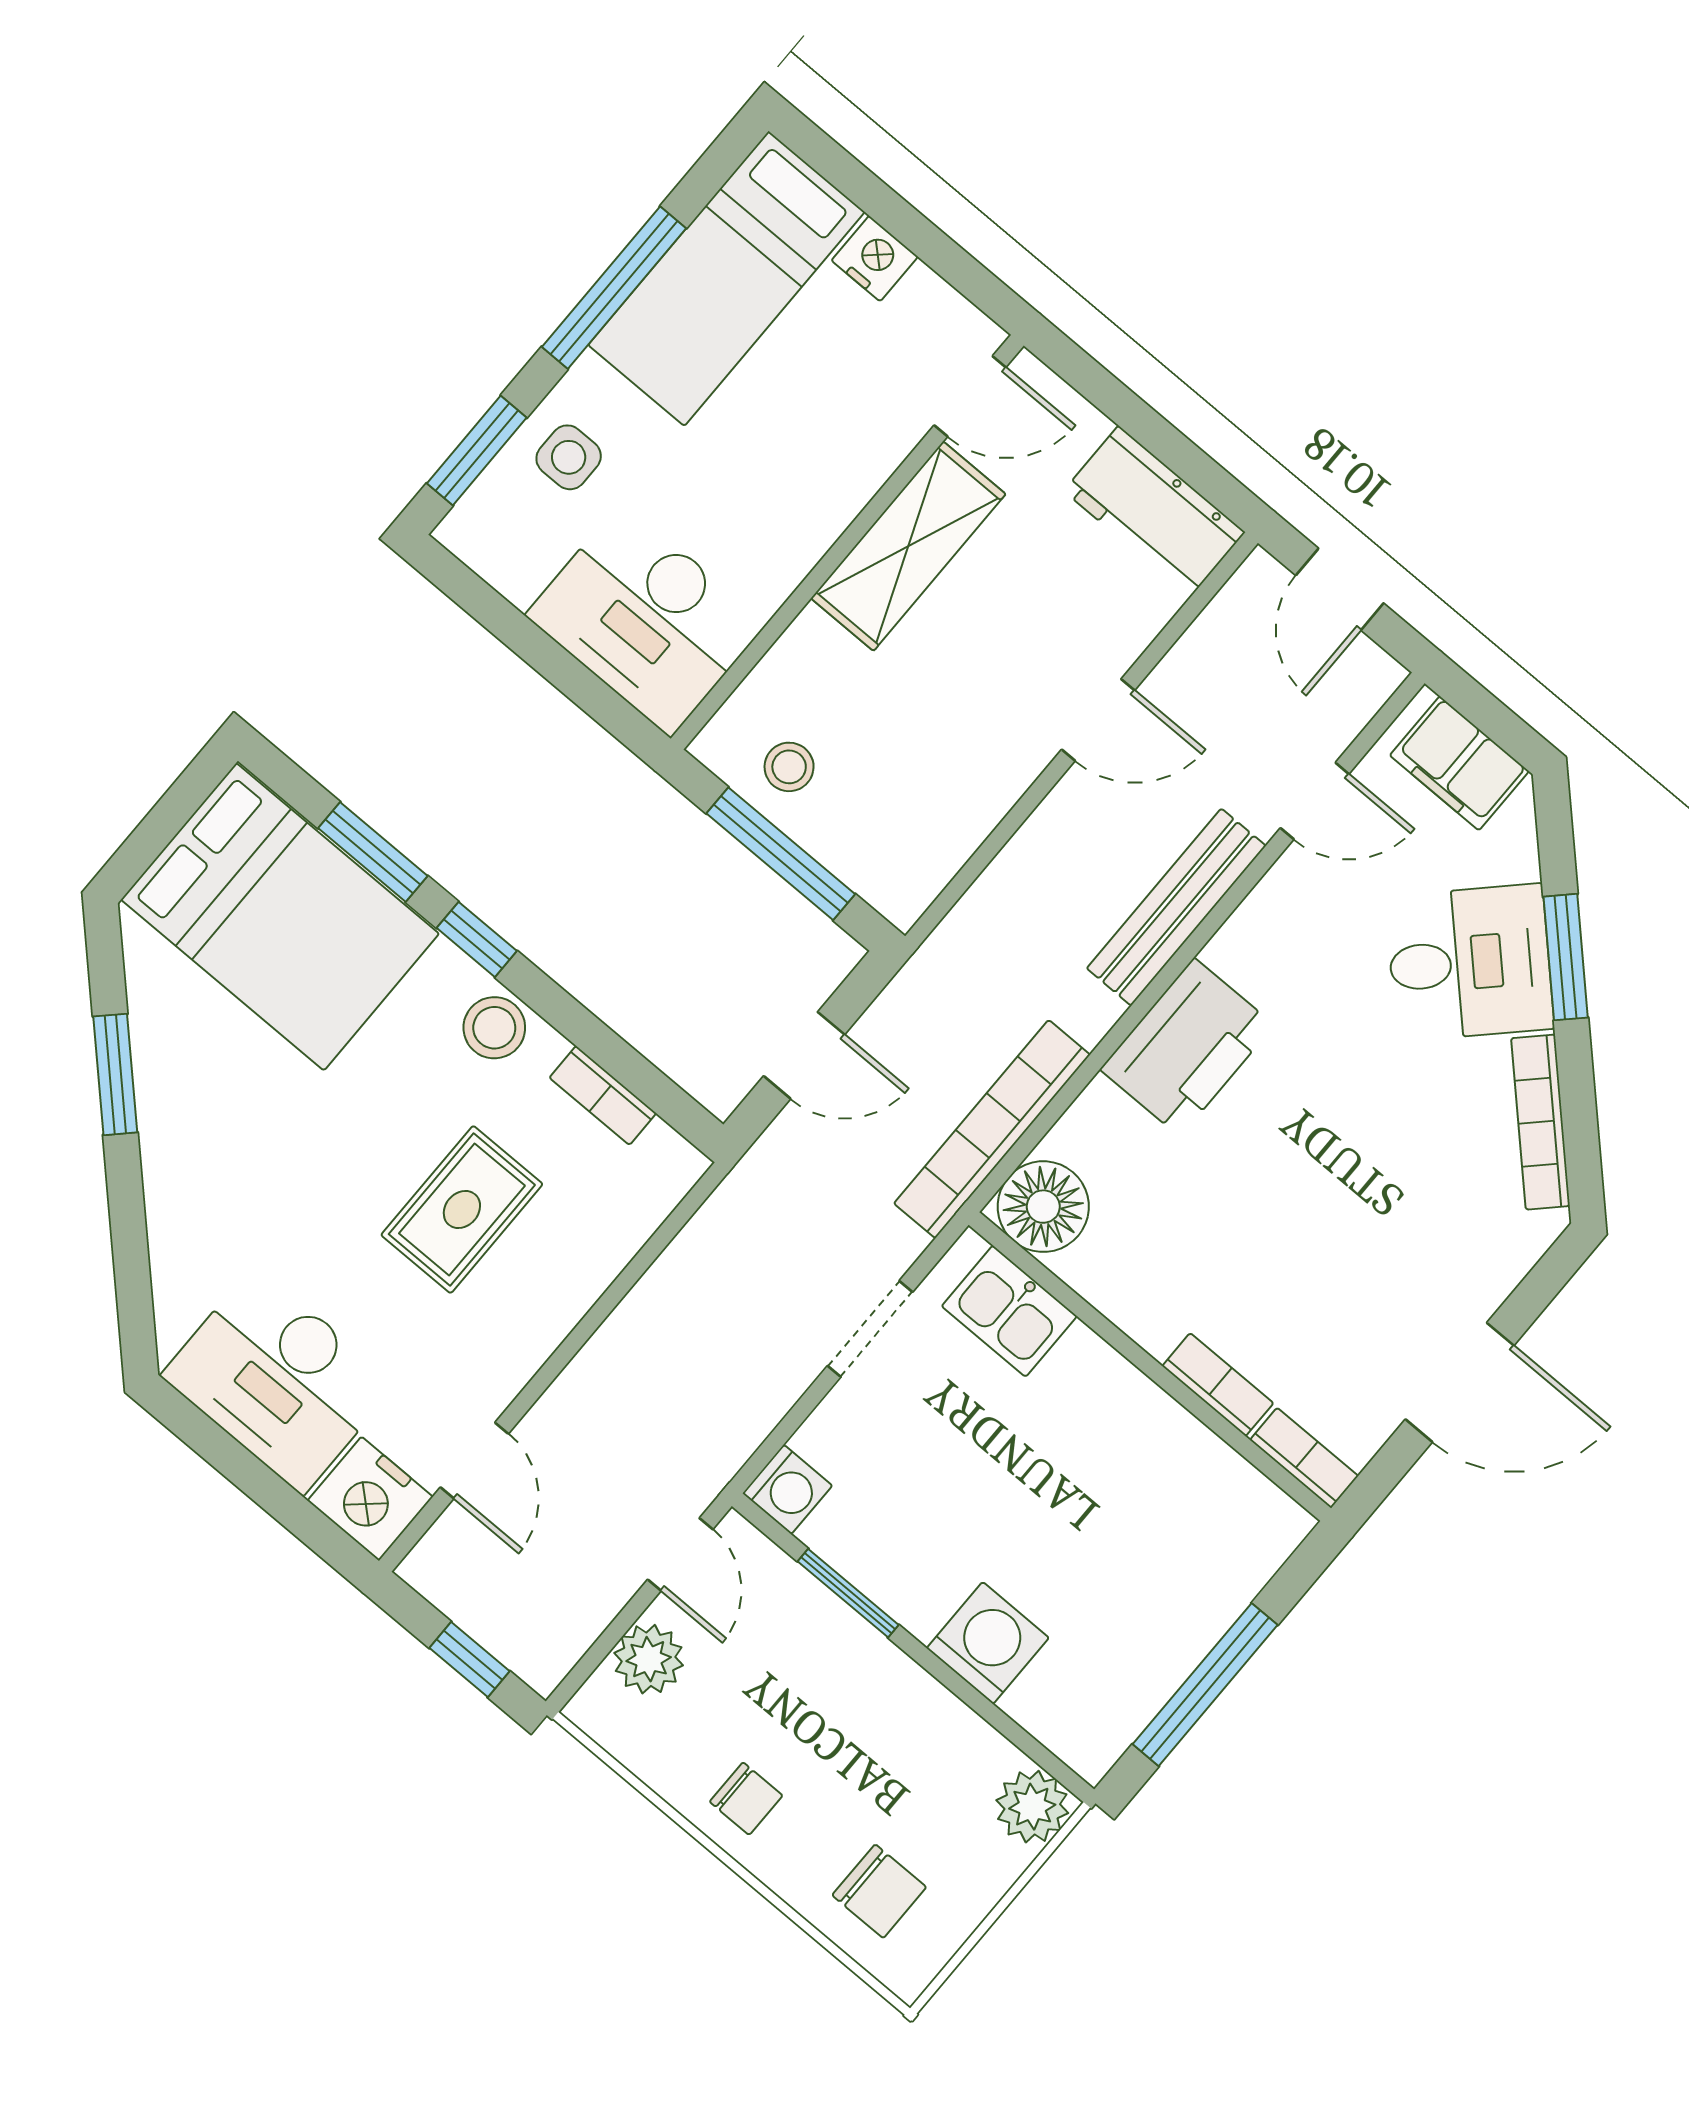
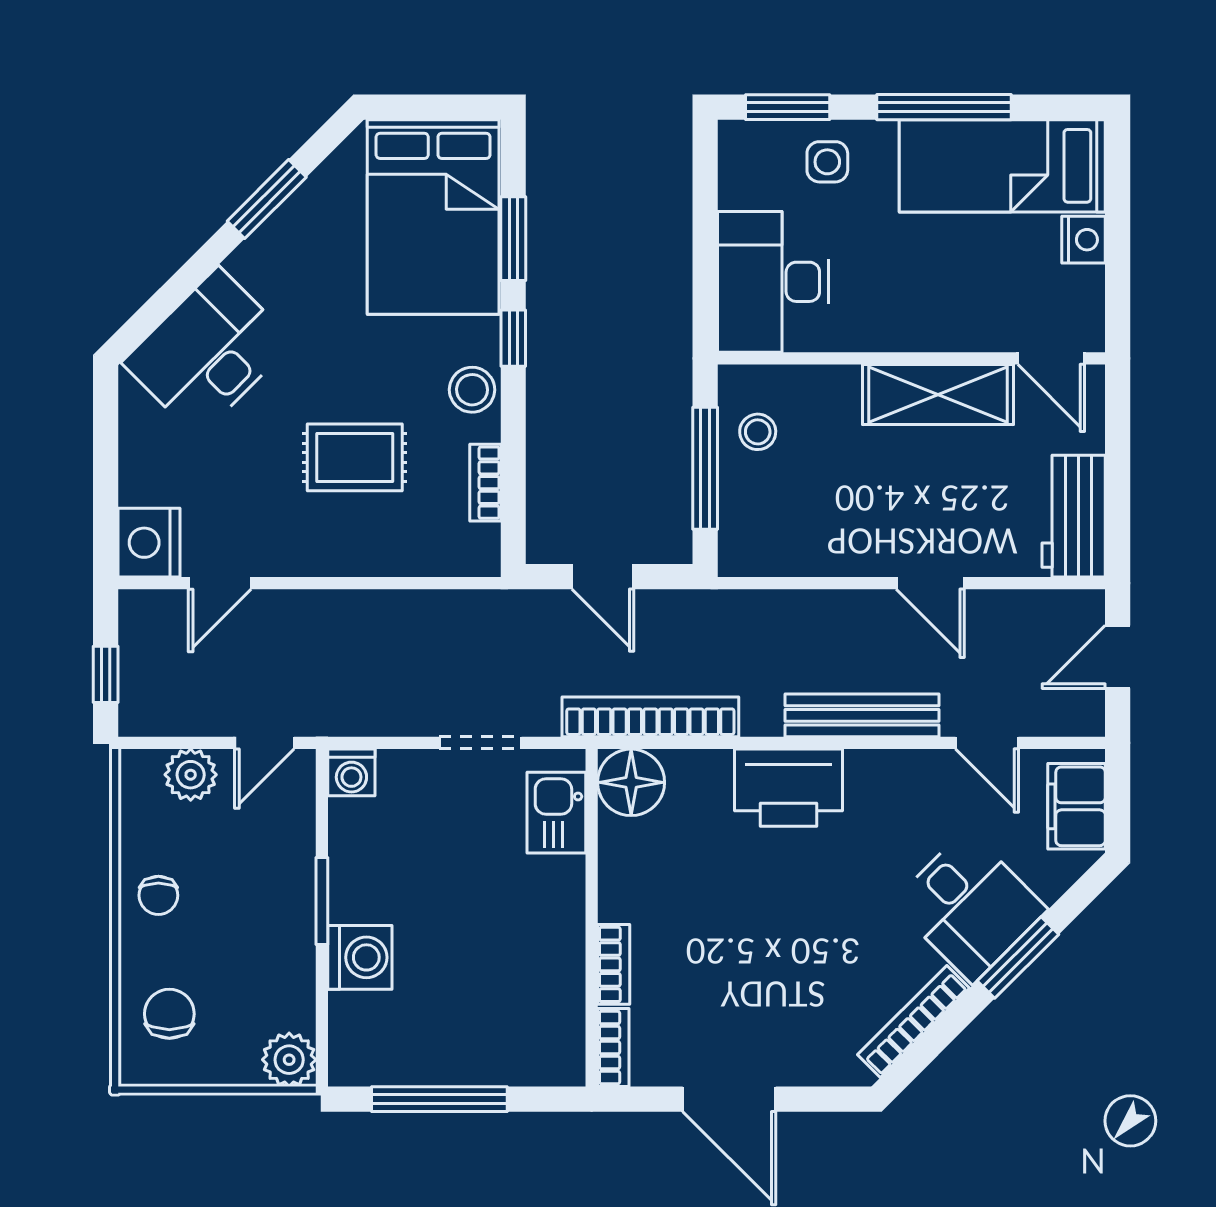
desk: (279, 1380) -> (208, 352), moved, turned 45
window: (848, 1593) -> (322, 901), moved
chair: (879, 1891) -> (169, 1014), turned 180

